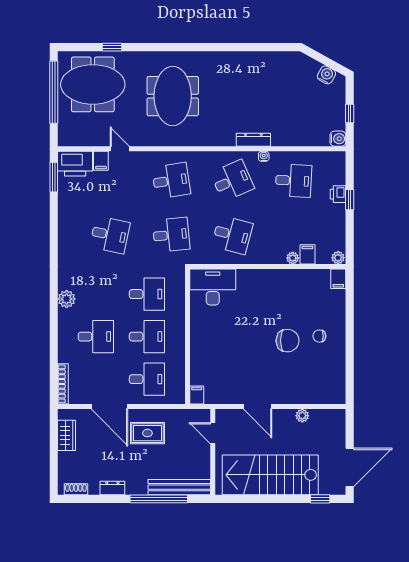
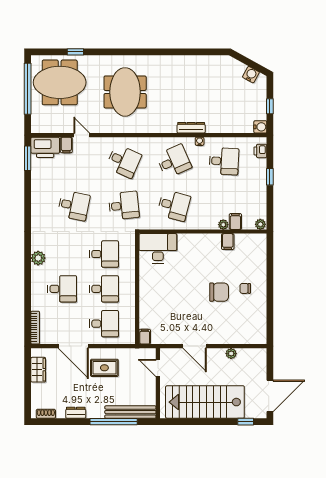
desk: (171, 181) -> (124, 161), turned 33
printer: (338, 194) -> (260, 151), moved
filing cabinet: (338, 279) -> (228, 242), moved

